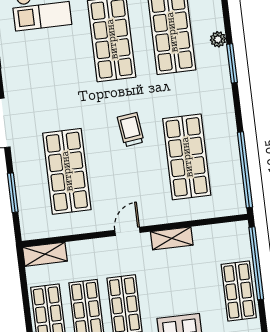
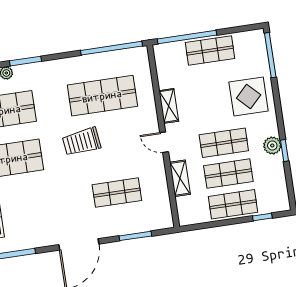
trolley: (131, 130) -> (82, 142), width x1.36, depth x1.39
shop shelf: (67, 171) -> (117, 193), width x0.70, depth x0.74
shelving: (45, 254) -> (180, 178), moved

